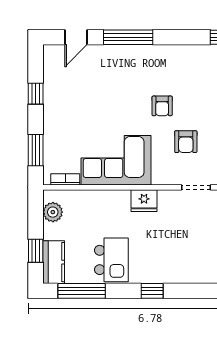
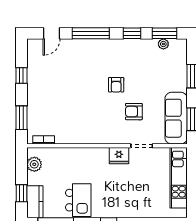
window: (183, 37) -> (132, 33), added
armchair: (186, 142) -> (134, 112), turned 90
corner sofa: (116, 160) -> (82, 125), removed
fridge: (144, 201) -> (119, 156), moved

